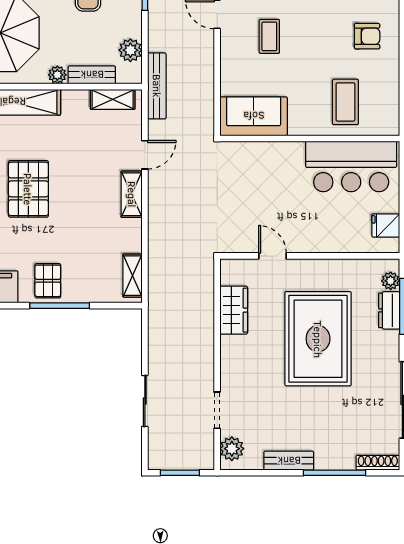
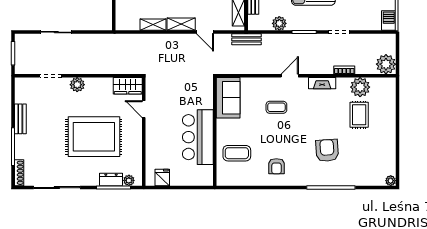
plant: (130, 50) -> (279, 23), moved
bench: (157, 86) -> (246, 39), width x0.73
bar counter: (351, 166) -> (198, 137), moved
door: (272, 256) -> (144, 109), swing flipped
shelving: (132, 276) -> (153, 25), moved
wardrobe: (234, 310) -> (128, 86), moved
plant: (232, 449) -> (77, 85), moved

